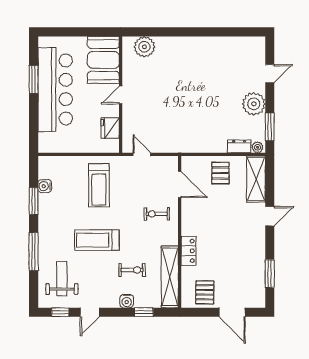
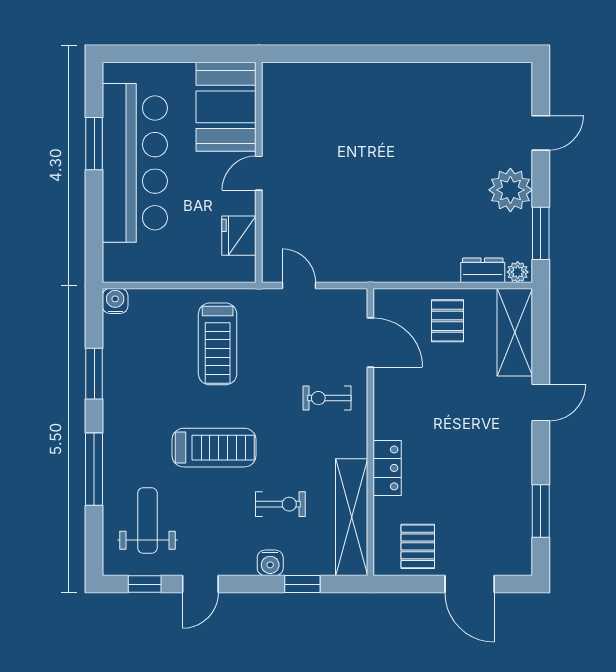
plant: (144, 47) -> (304, 82), removed
water cooler: (45, 186) -> (115, 301), moved, turned 90
treadmill: (97, 240) -> (214, 448), turned 180

